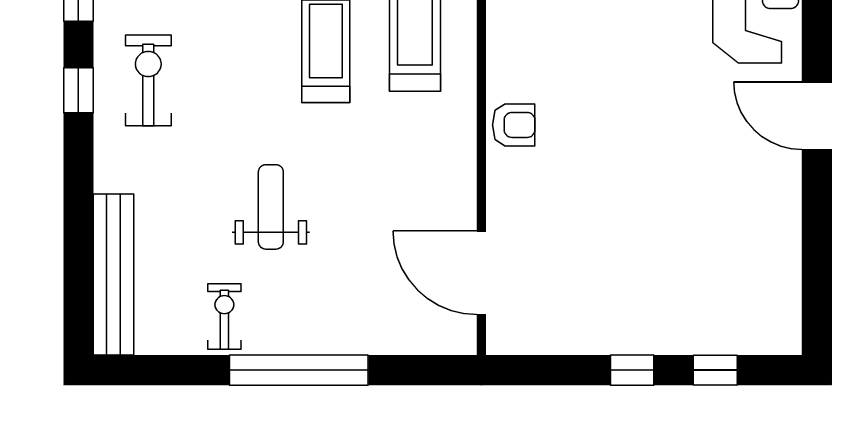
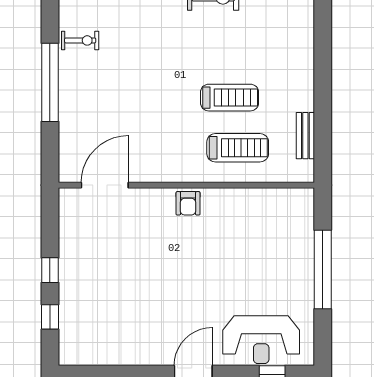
weight bench: (271, 207) -> (142, 67), removed

